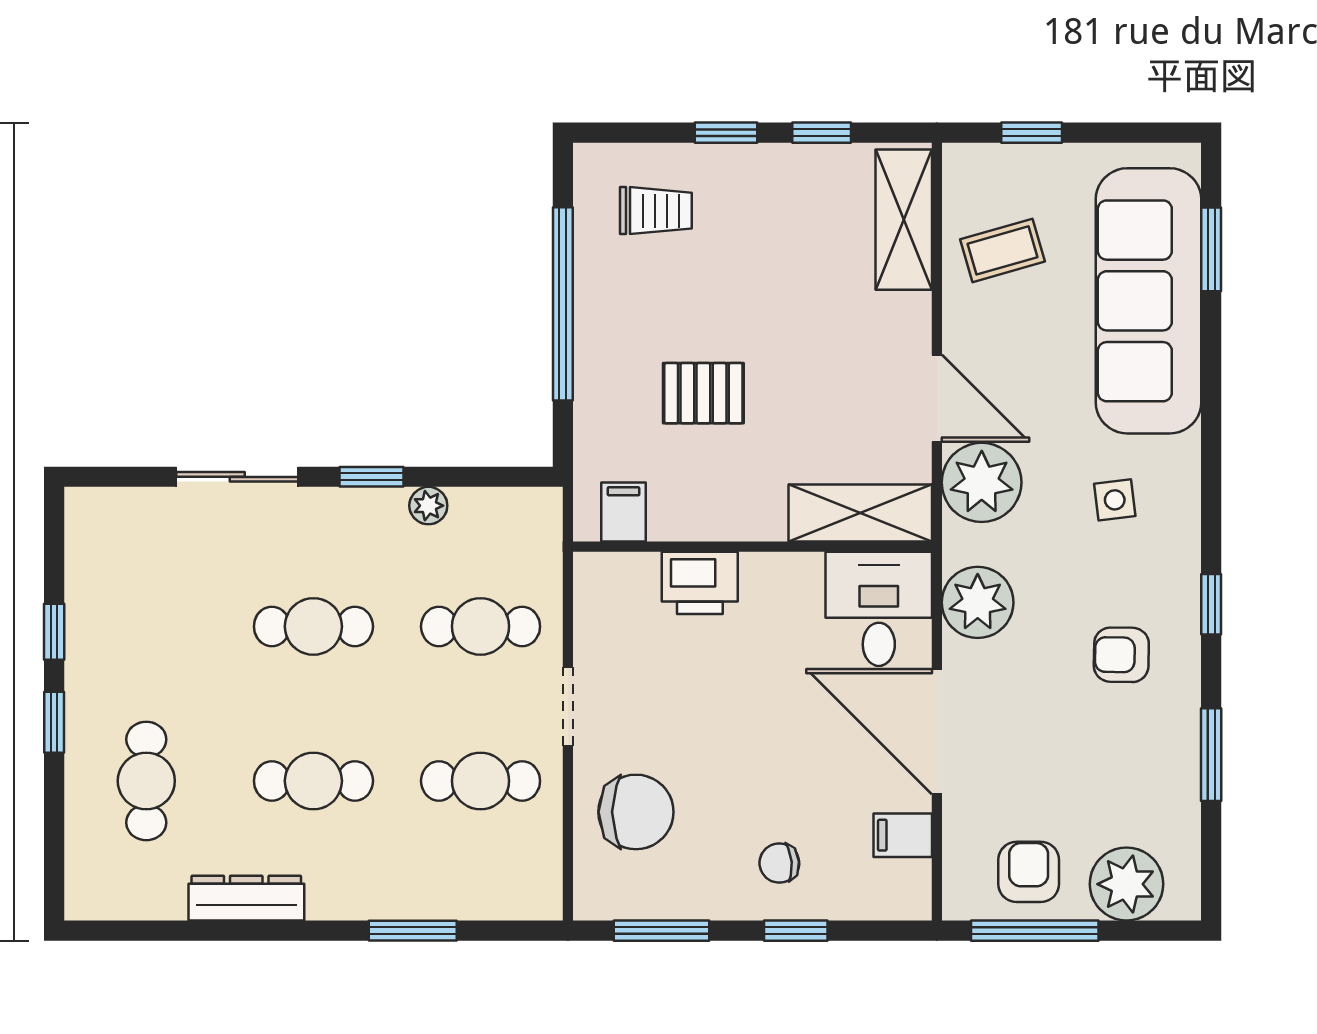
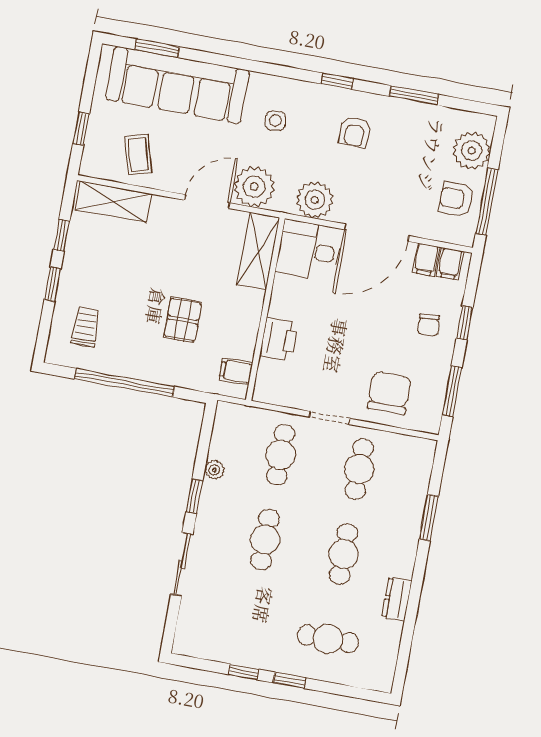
filing cabinet: (904, 882) -> (450, 264), added
dresser: (246, 898) -> (397, 599), width x0.70

